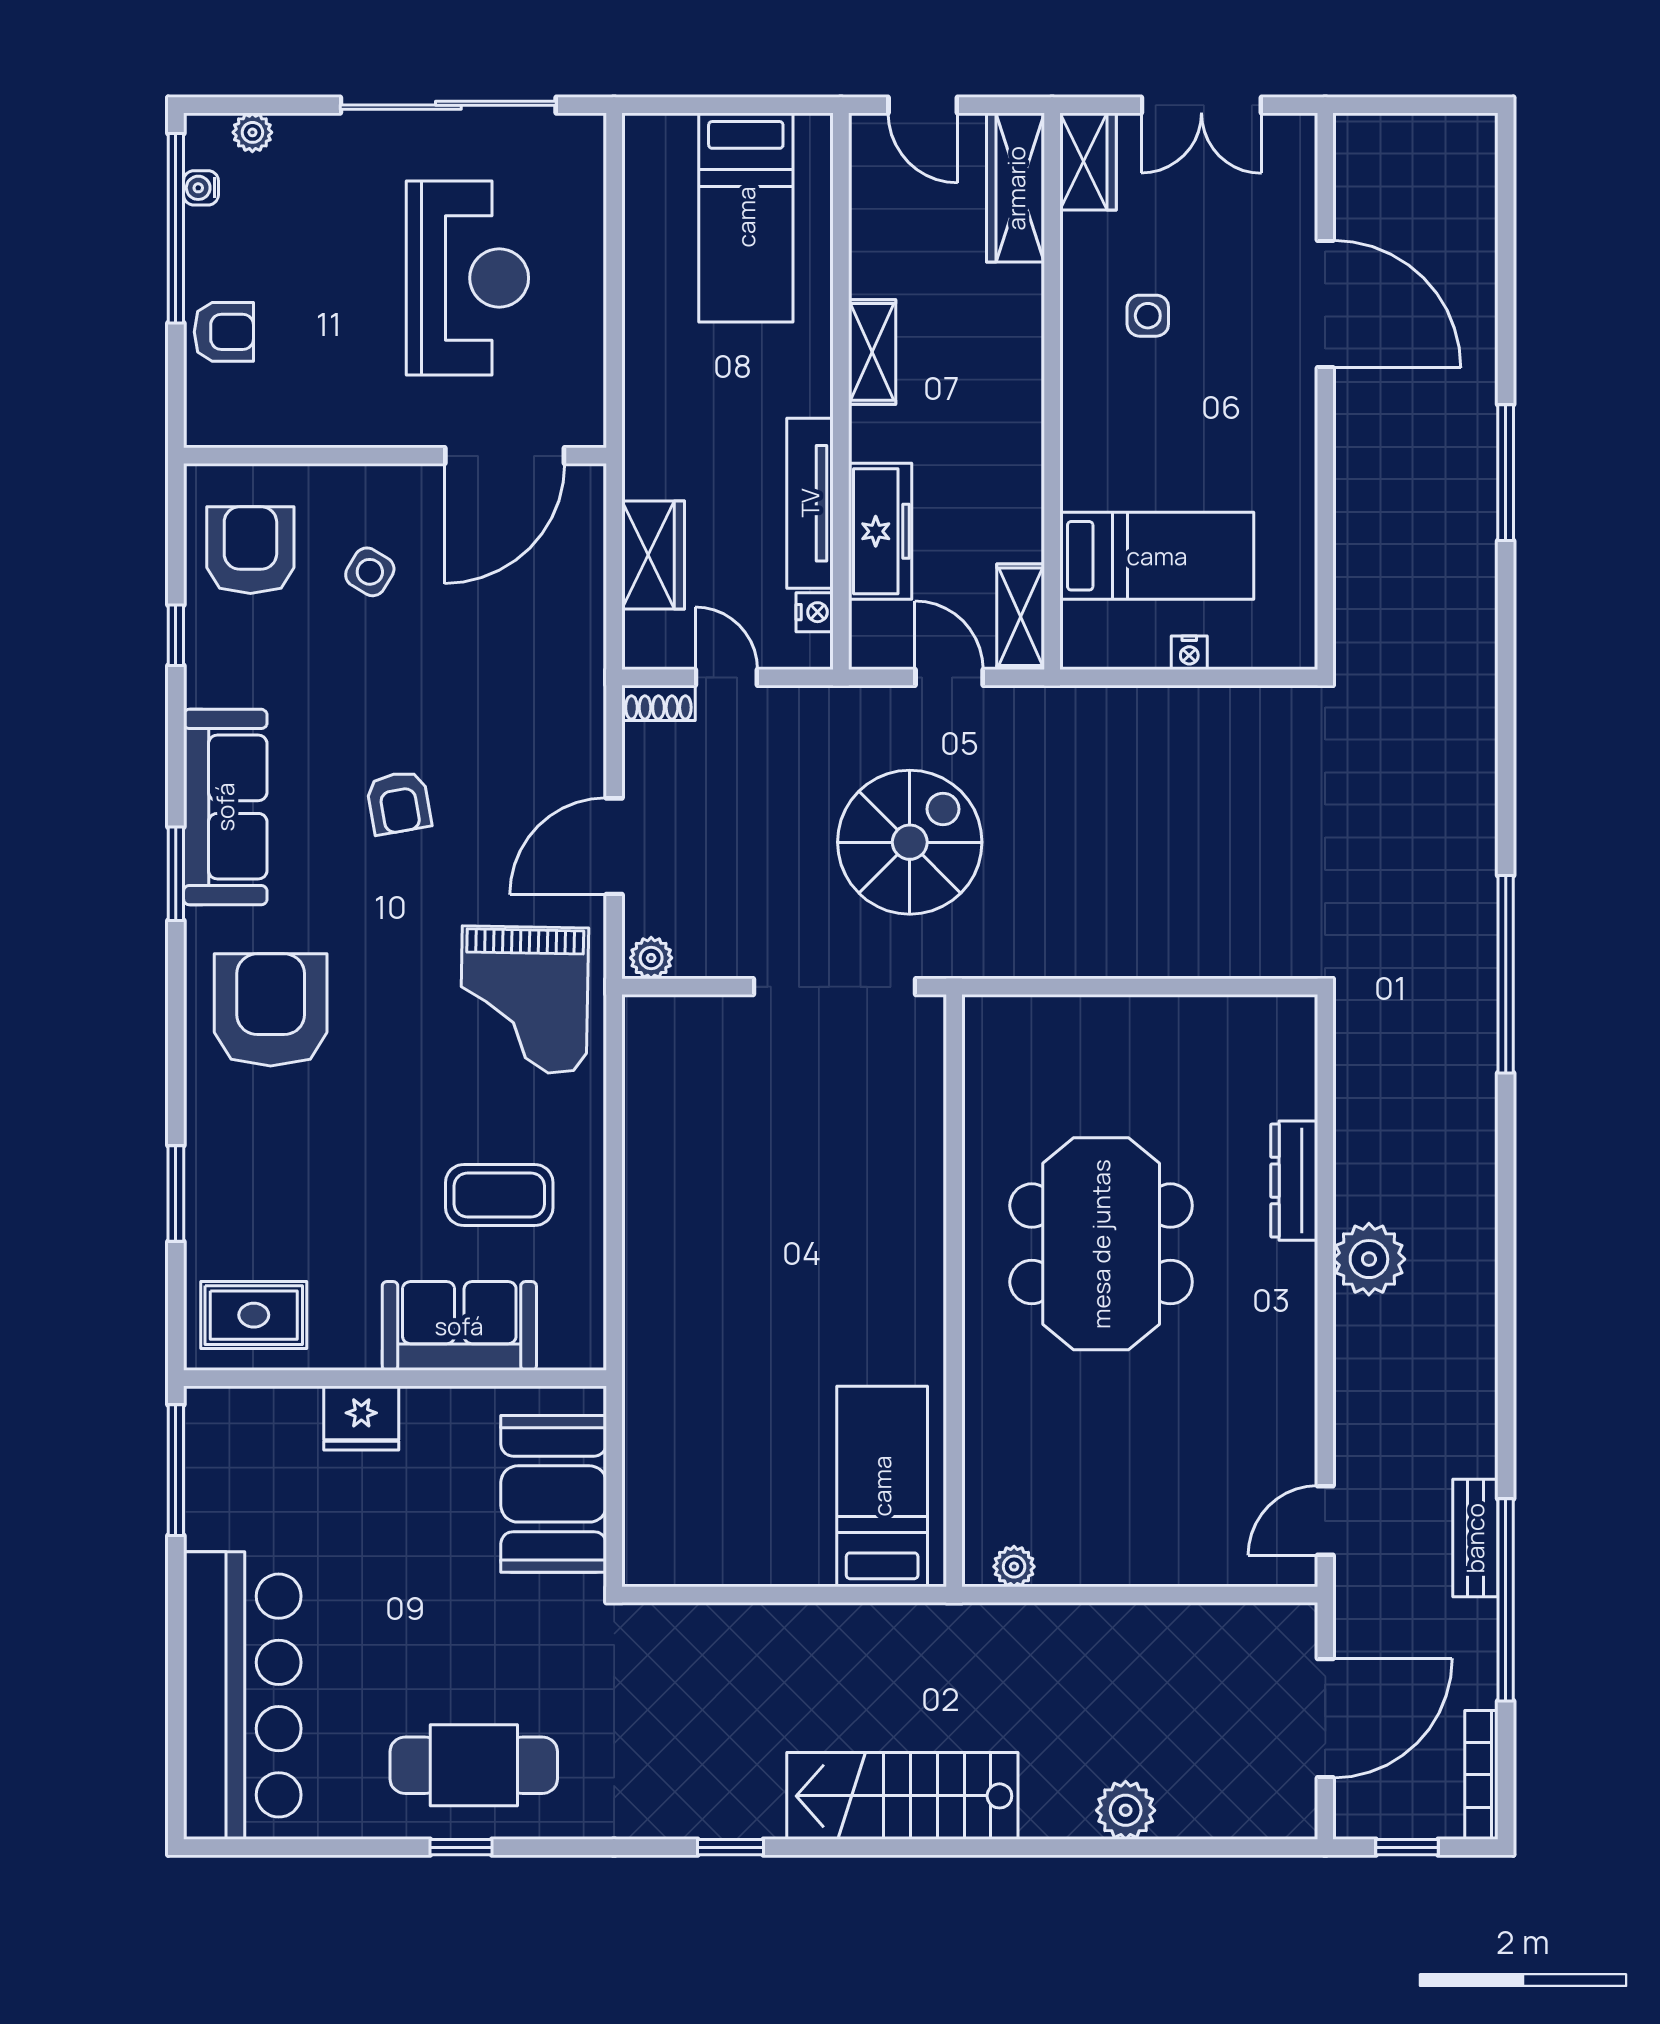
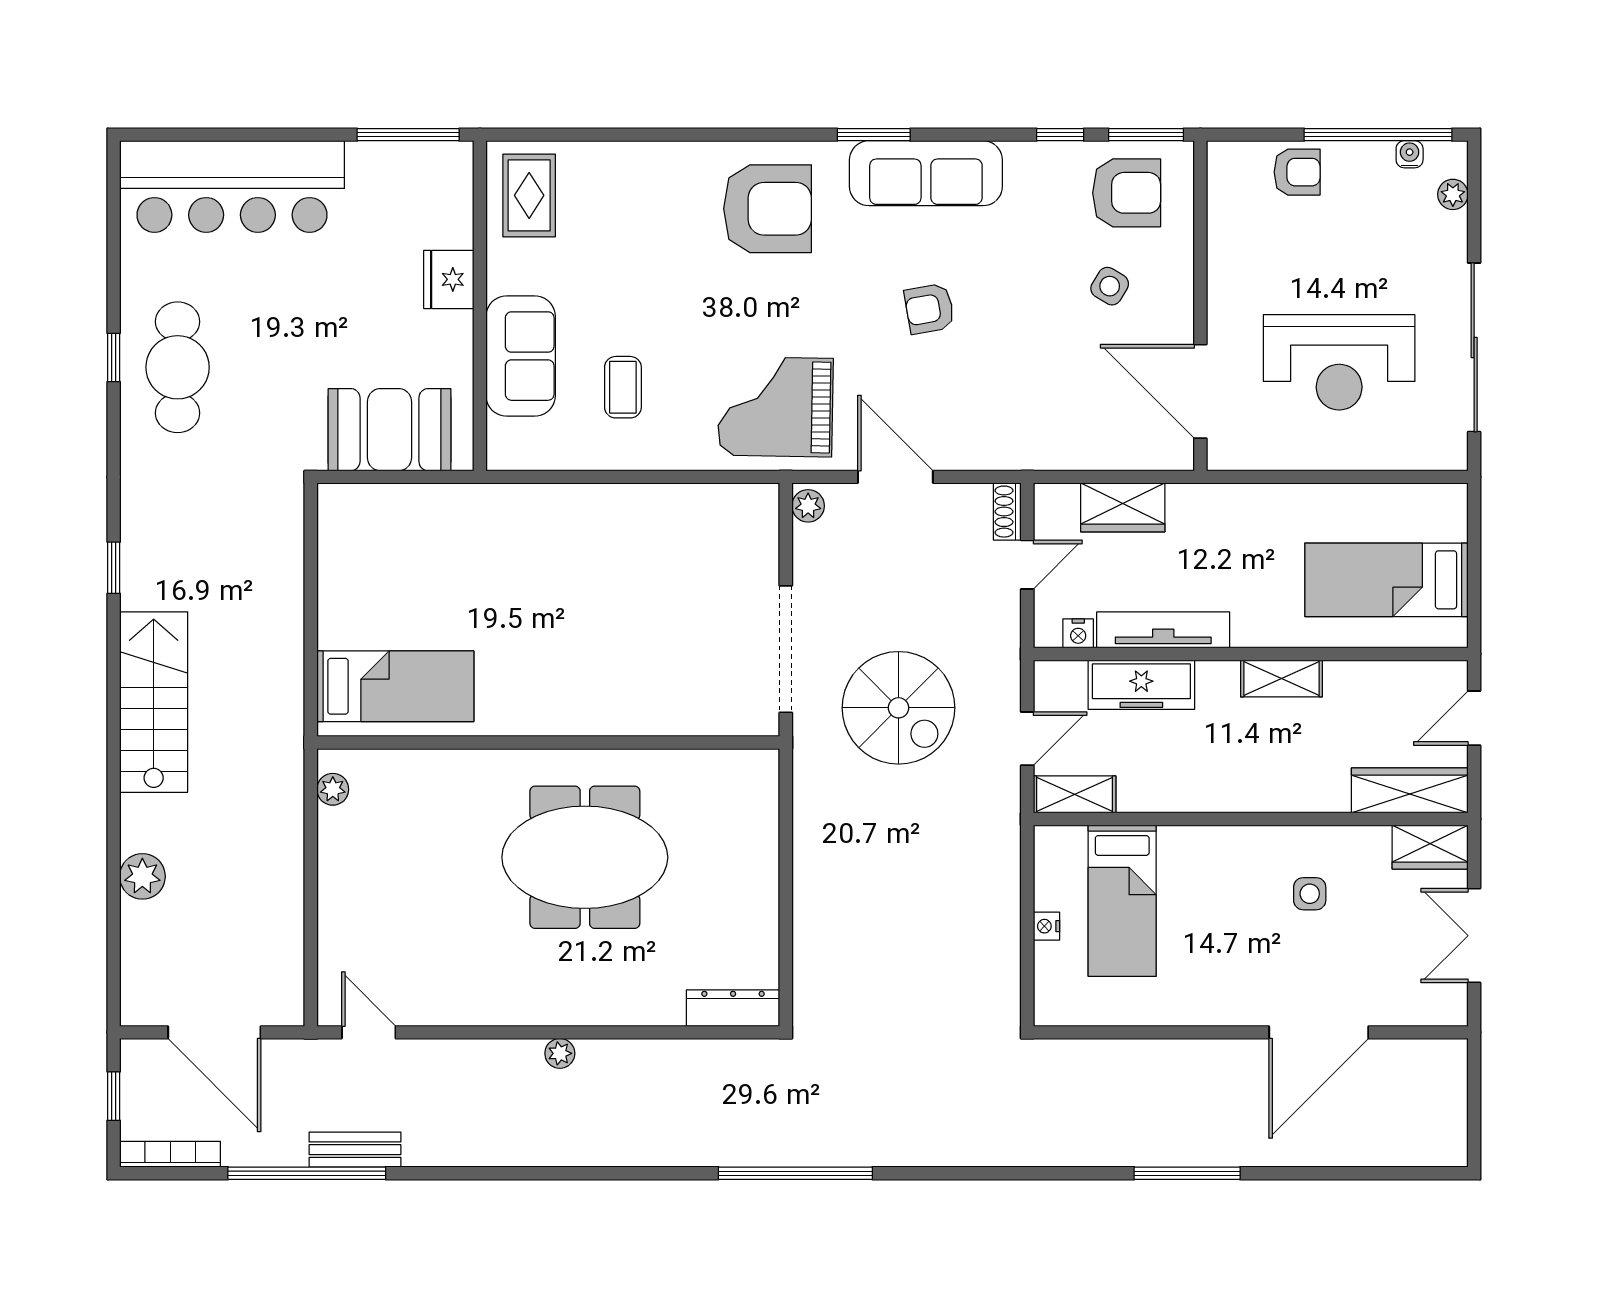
armchair: (224, 332) -> (1297, 172), turned -90
dresser: (1294, 1181) -> (733, 1008), moved
window: (176, 1194) -> (1146, 135), moved
coffee table: (499, 1195) -> (623, 387), width x0.73, depth x0.77
plant: (1369, 1259) -> (560, 1053), width x0.53, depth x0.53

